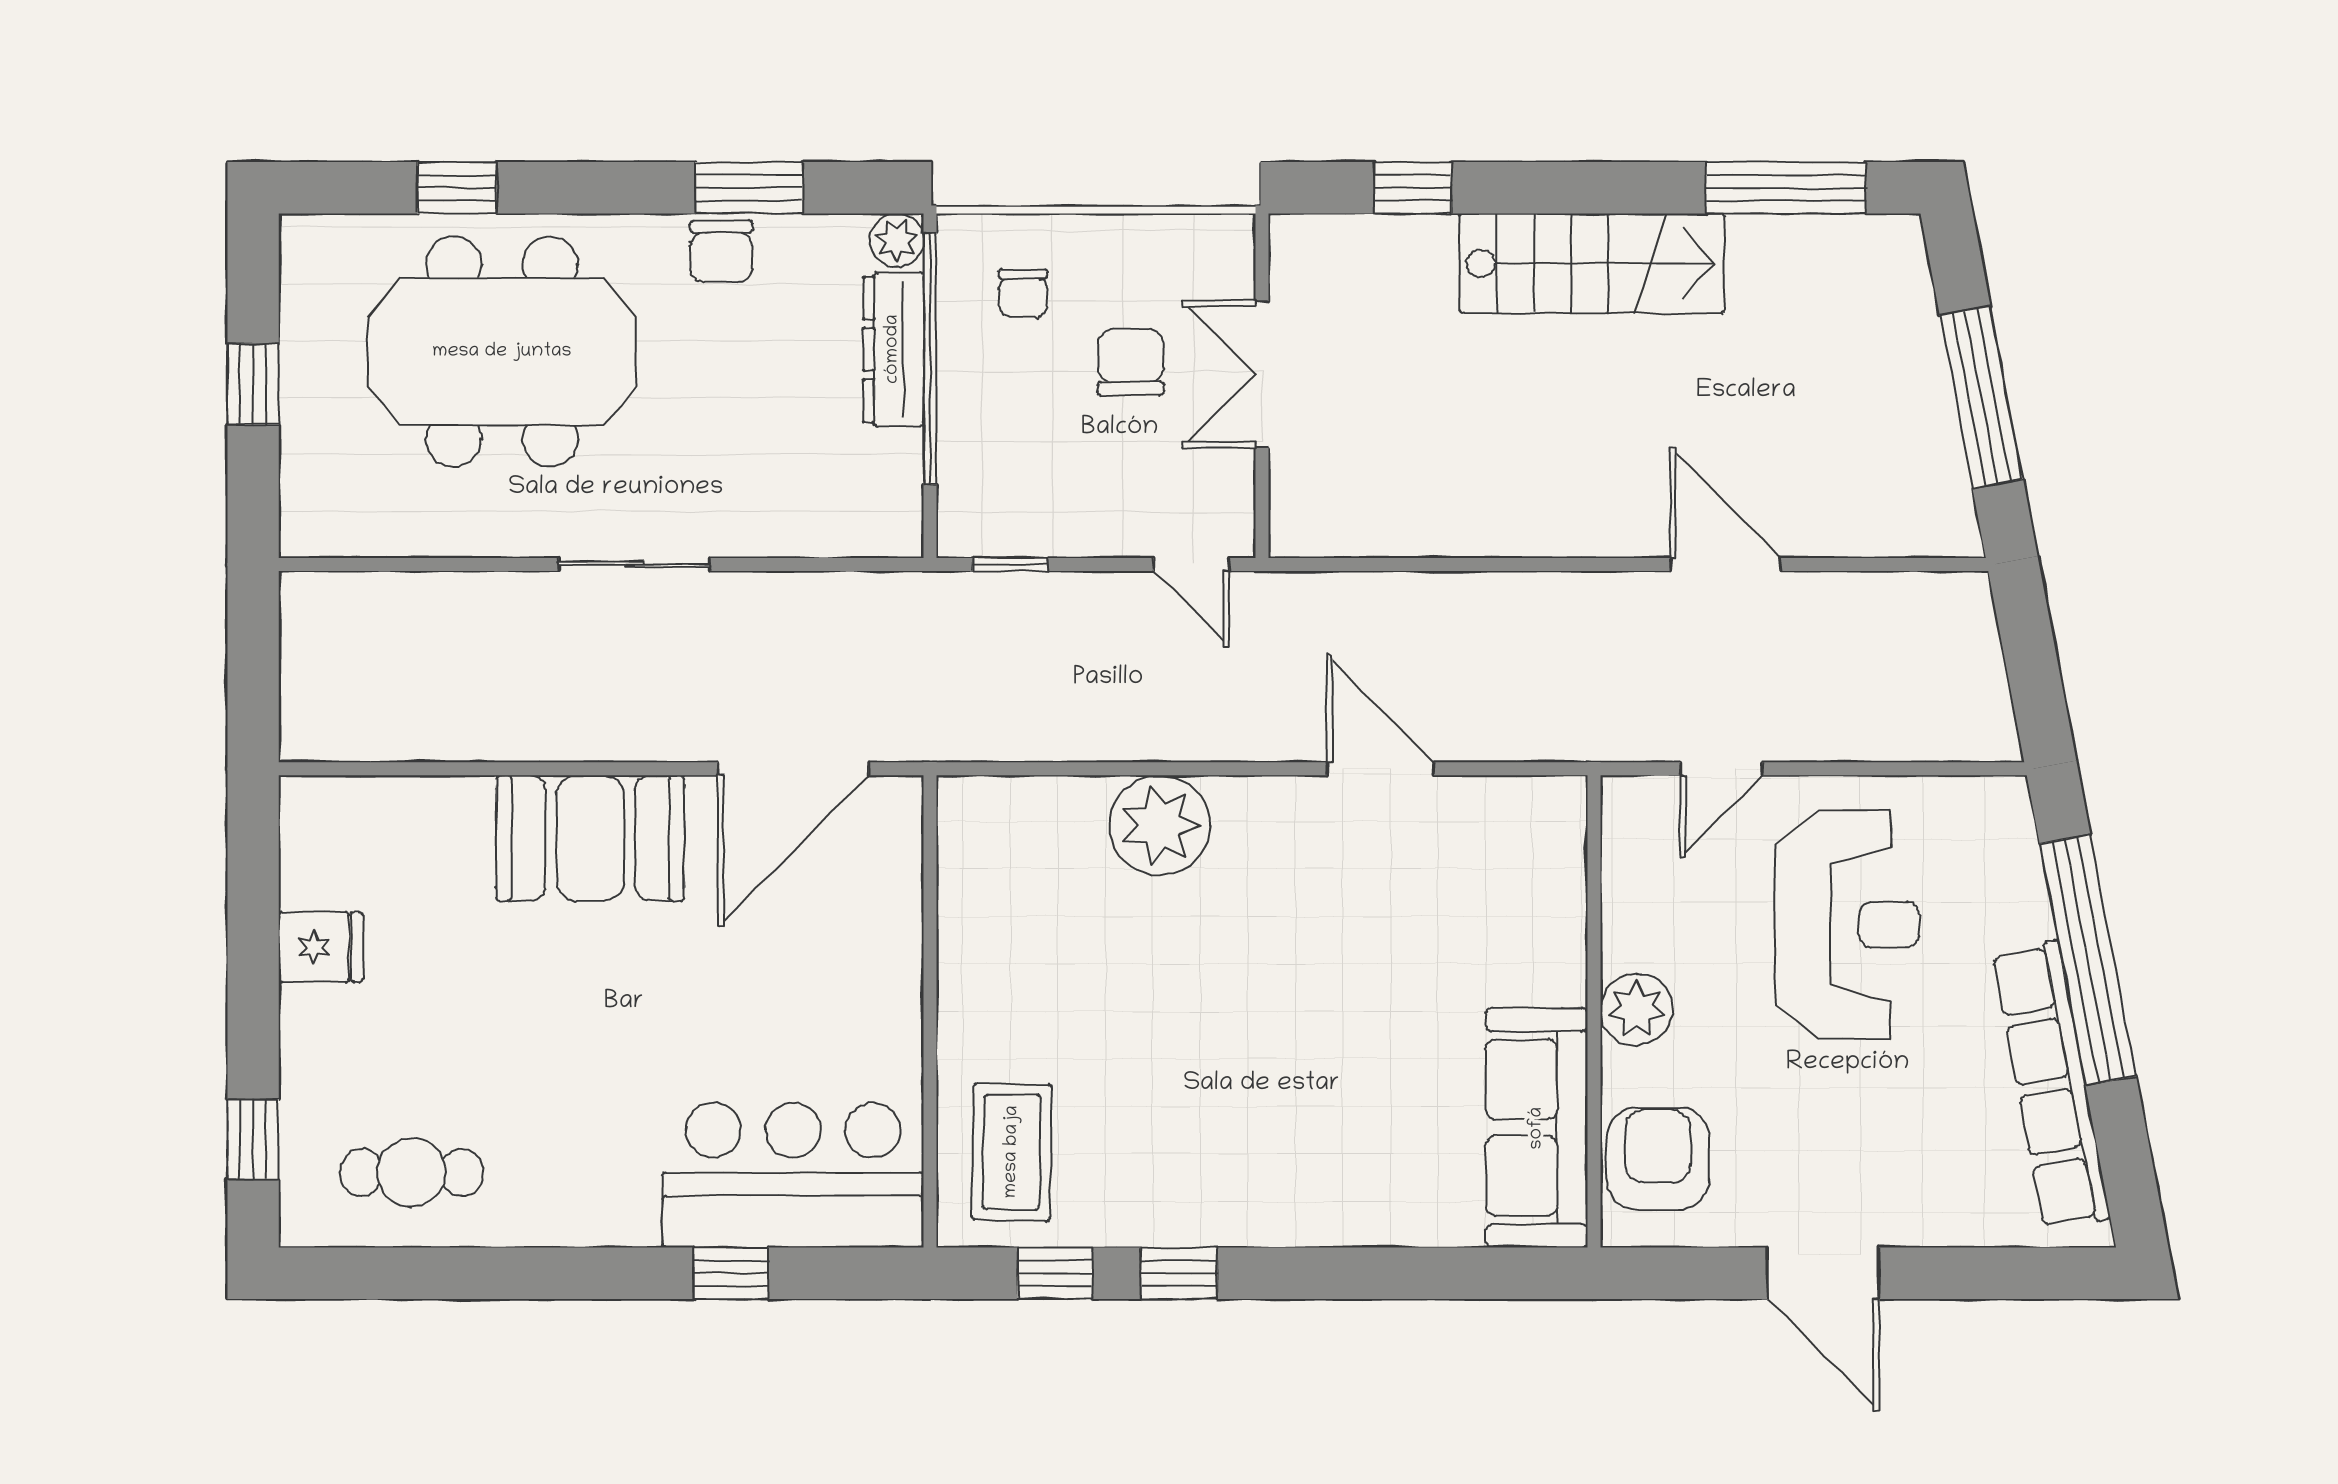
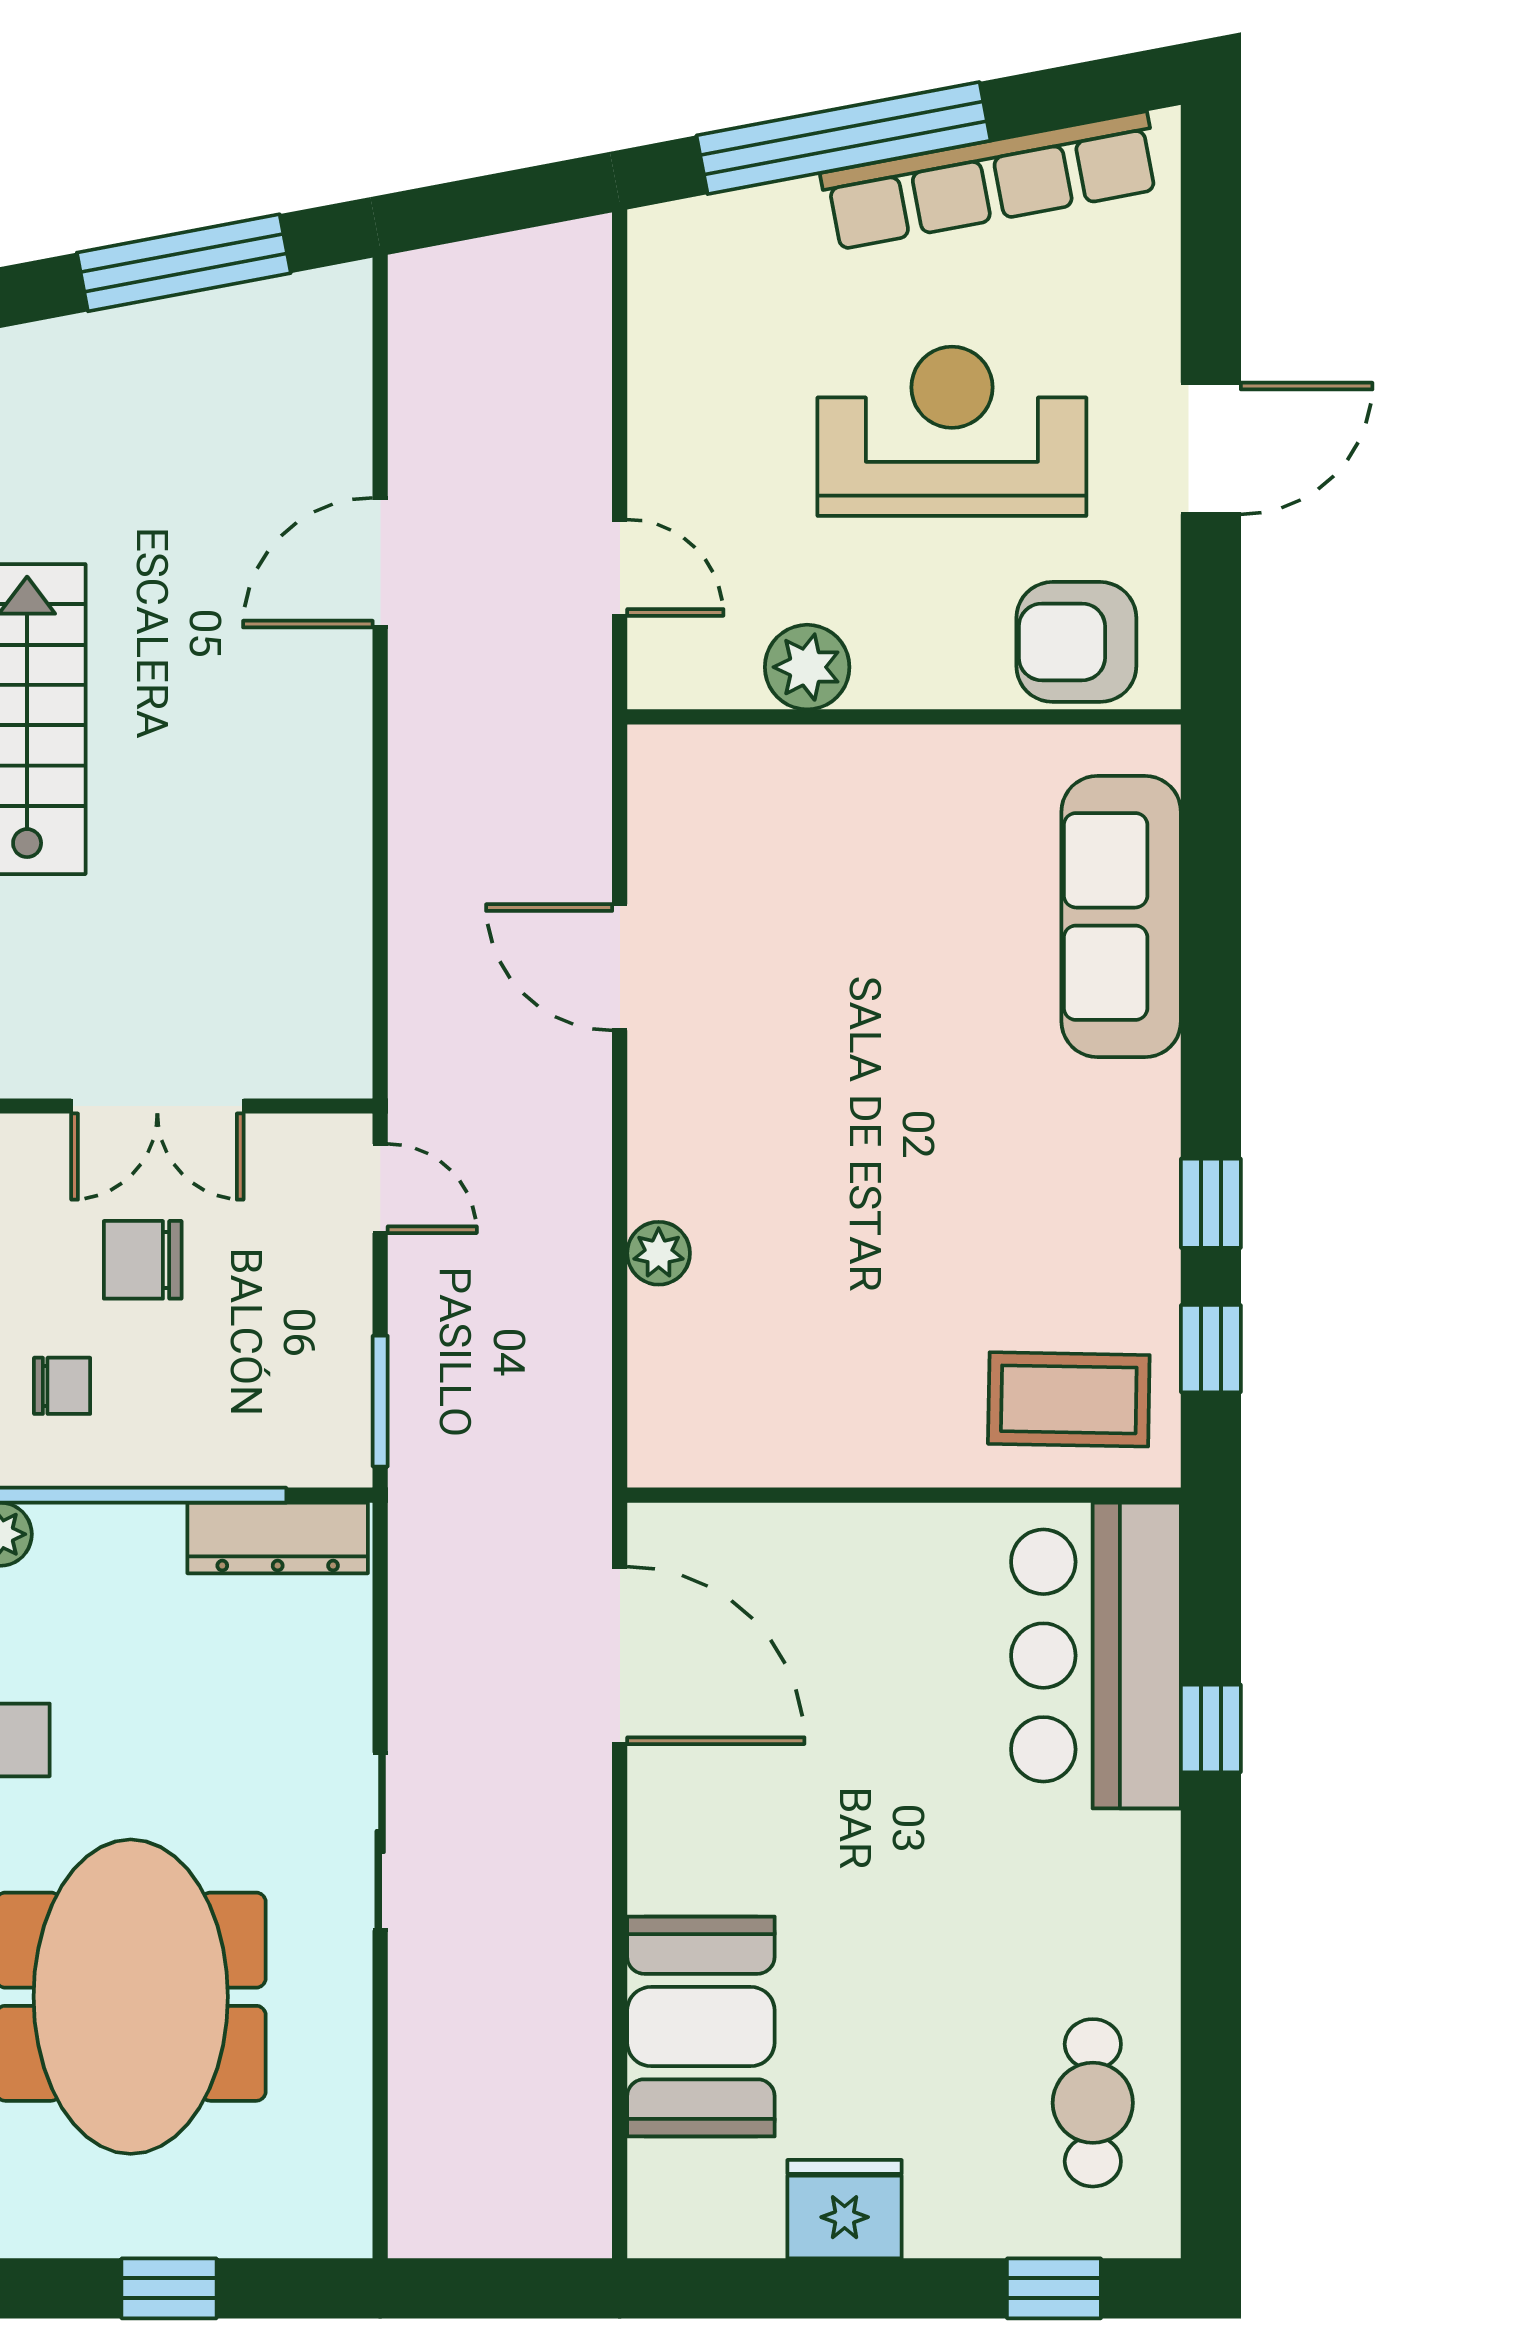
dresser: (893, 349) -> (278, 1538), moved
window: (1010, 565) -> (380, 1401), width x1.50
door: (1192, 565) -> (380, 1189), hinge flipped
door: (1380, 769) -> (620, 967), hinge flipped
plant: (1160, 825) -> (659, 1253), width x0.53, depth x0.53
booth: (590, 838) -> (701, 2027), moved
reception desk: (1847, 925) -> (952, 431), moved
fridge: (321, 947) -> (845, 2209), width x1.38
plant: (1636, 1009) -> (807, 667), moved
sofa: (1537, 1128) -> (1121, 917), moved, turned 90

